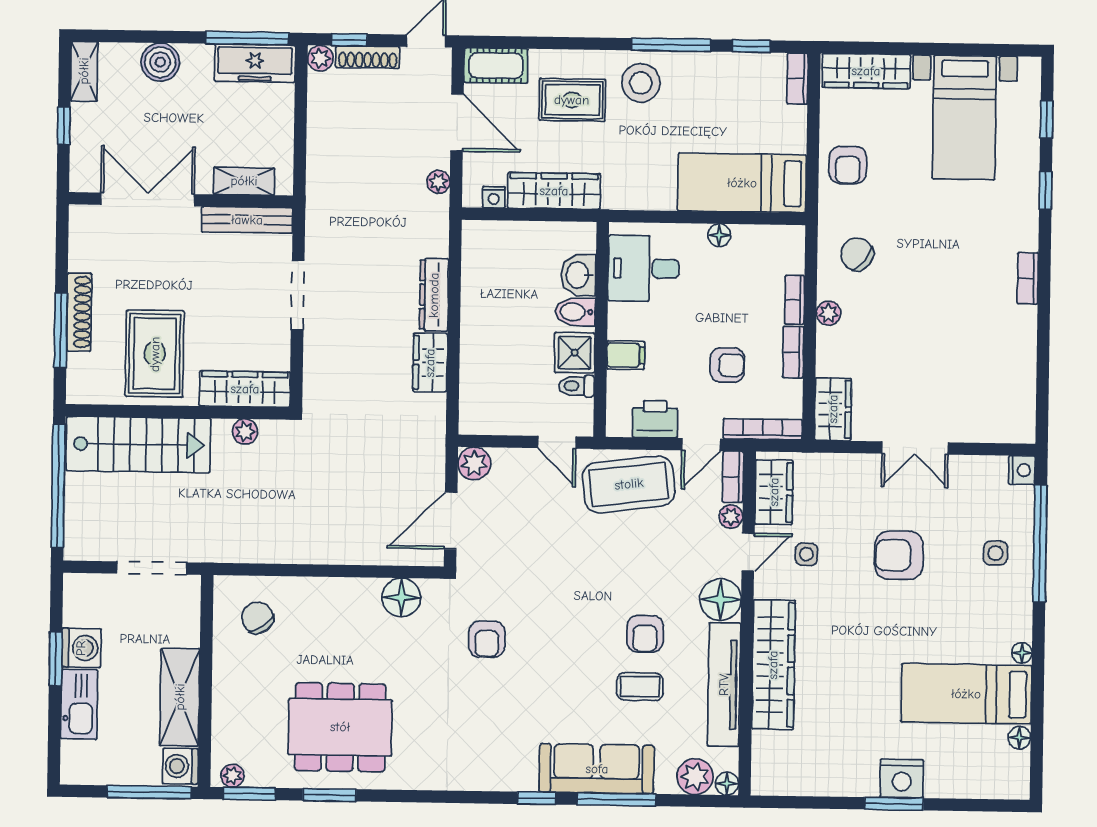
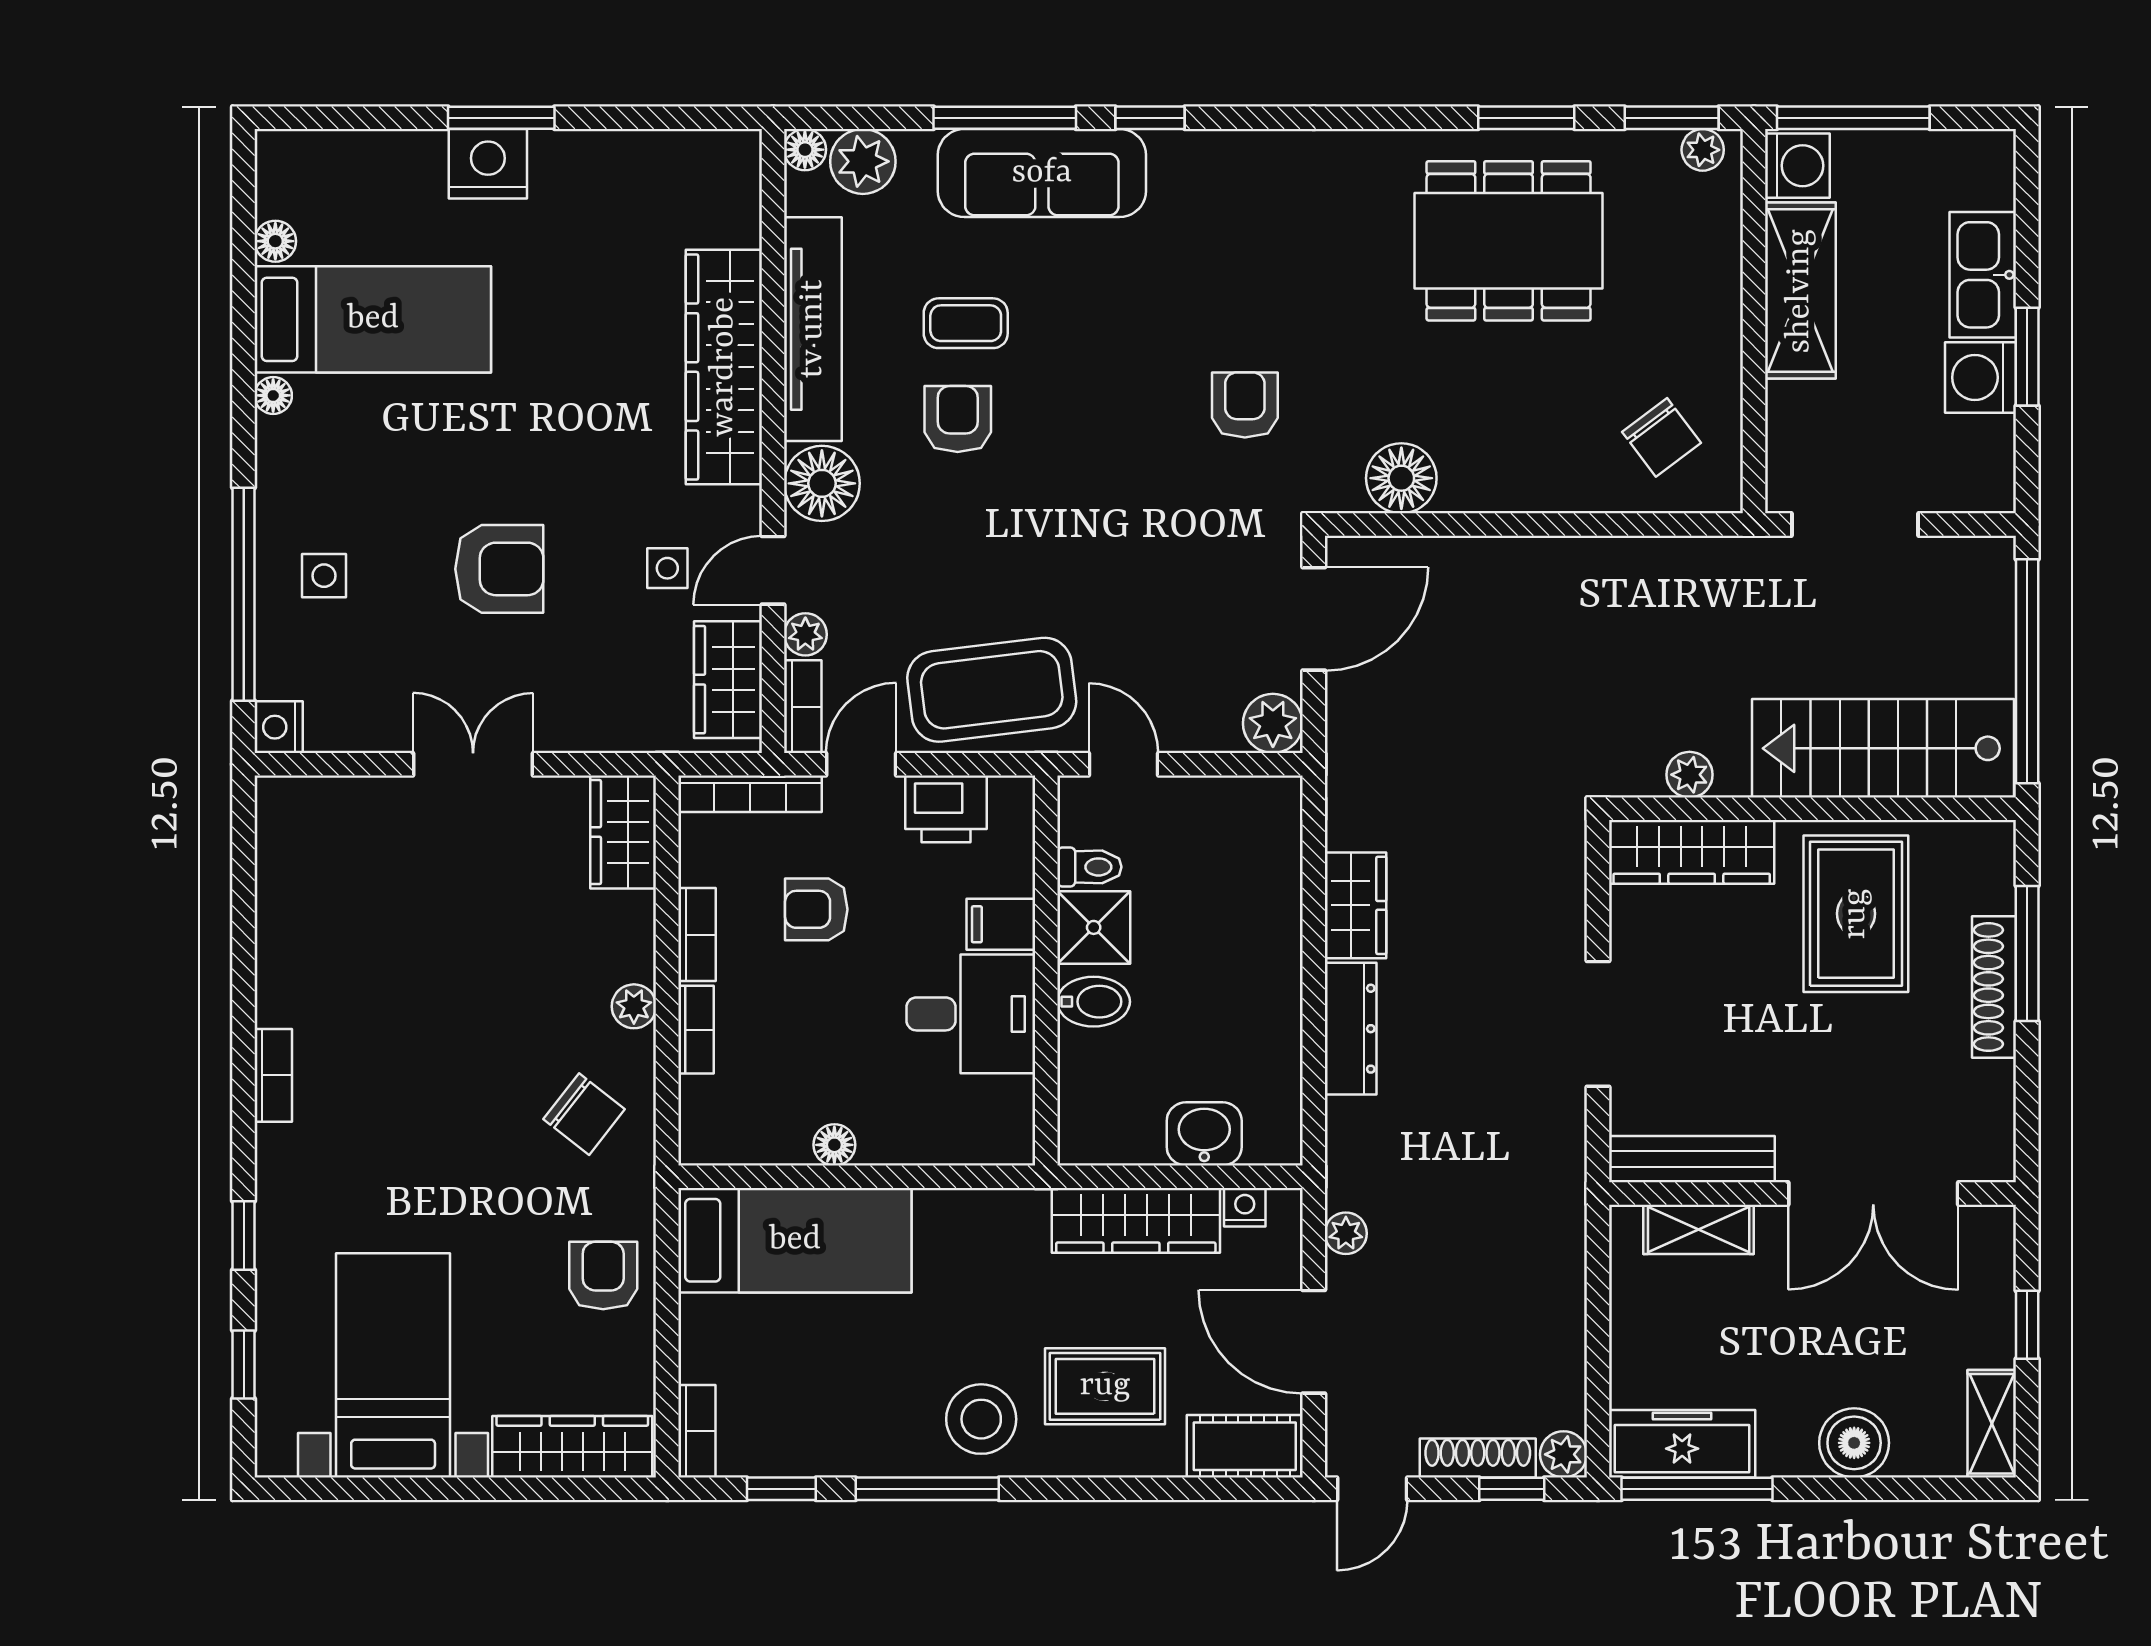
desk: (644, 268) -> (971, 1014), moved
washbasin: (578, 275) -> (1204, 1134), moved, turned -90

